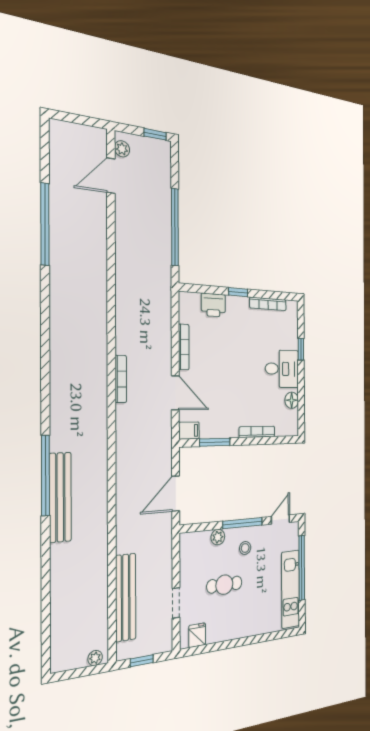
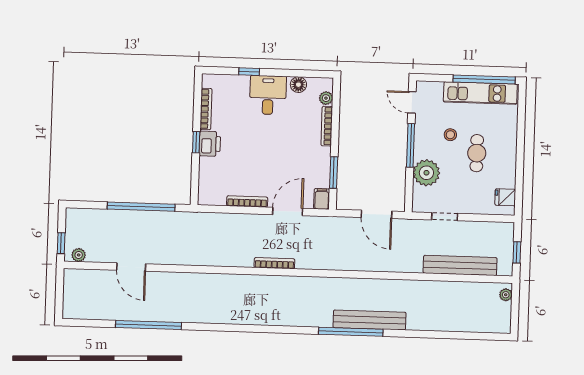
window: (155, 134) -> (61, 243), moved
door: (111, 176) -> (131, 267), moved
printer: (213, 305) -> (210, 144), moved
plant: (281, 429) -> (326, 98), added
plant: (218, 537) -> (426, 173), width x1.88, depth x1.88
stool: (245, 548) -> (450, 135), moved
window: (302, 568) -> (484, 79), moved
cafe table: (224, 585) -> (477, 153), moved
doorway: (176, 603) -> (445, 217), moved

